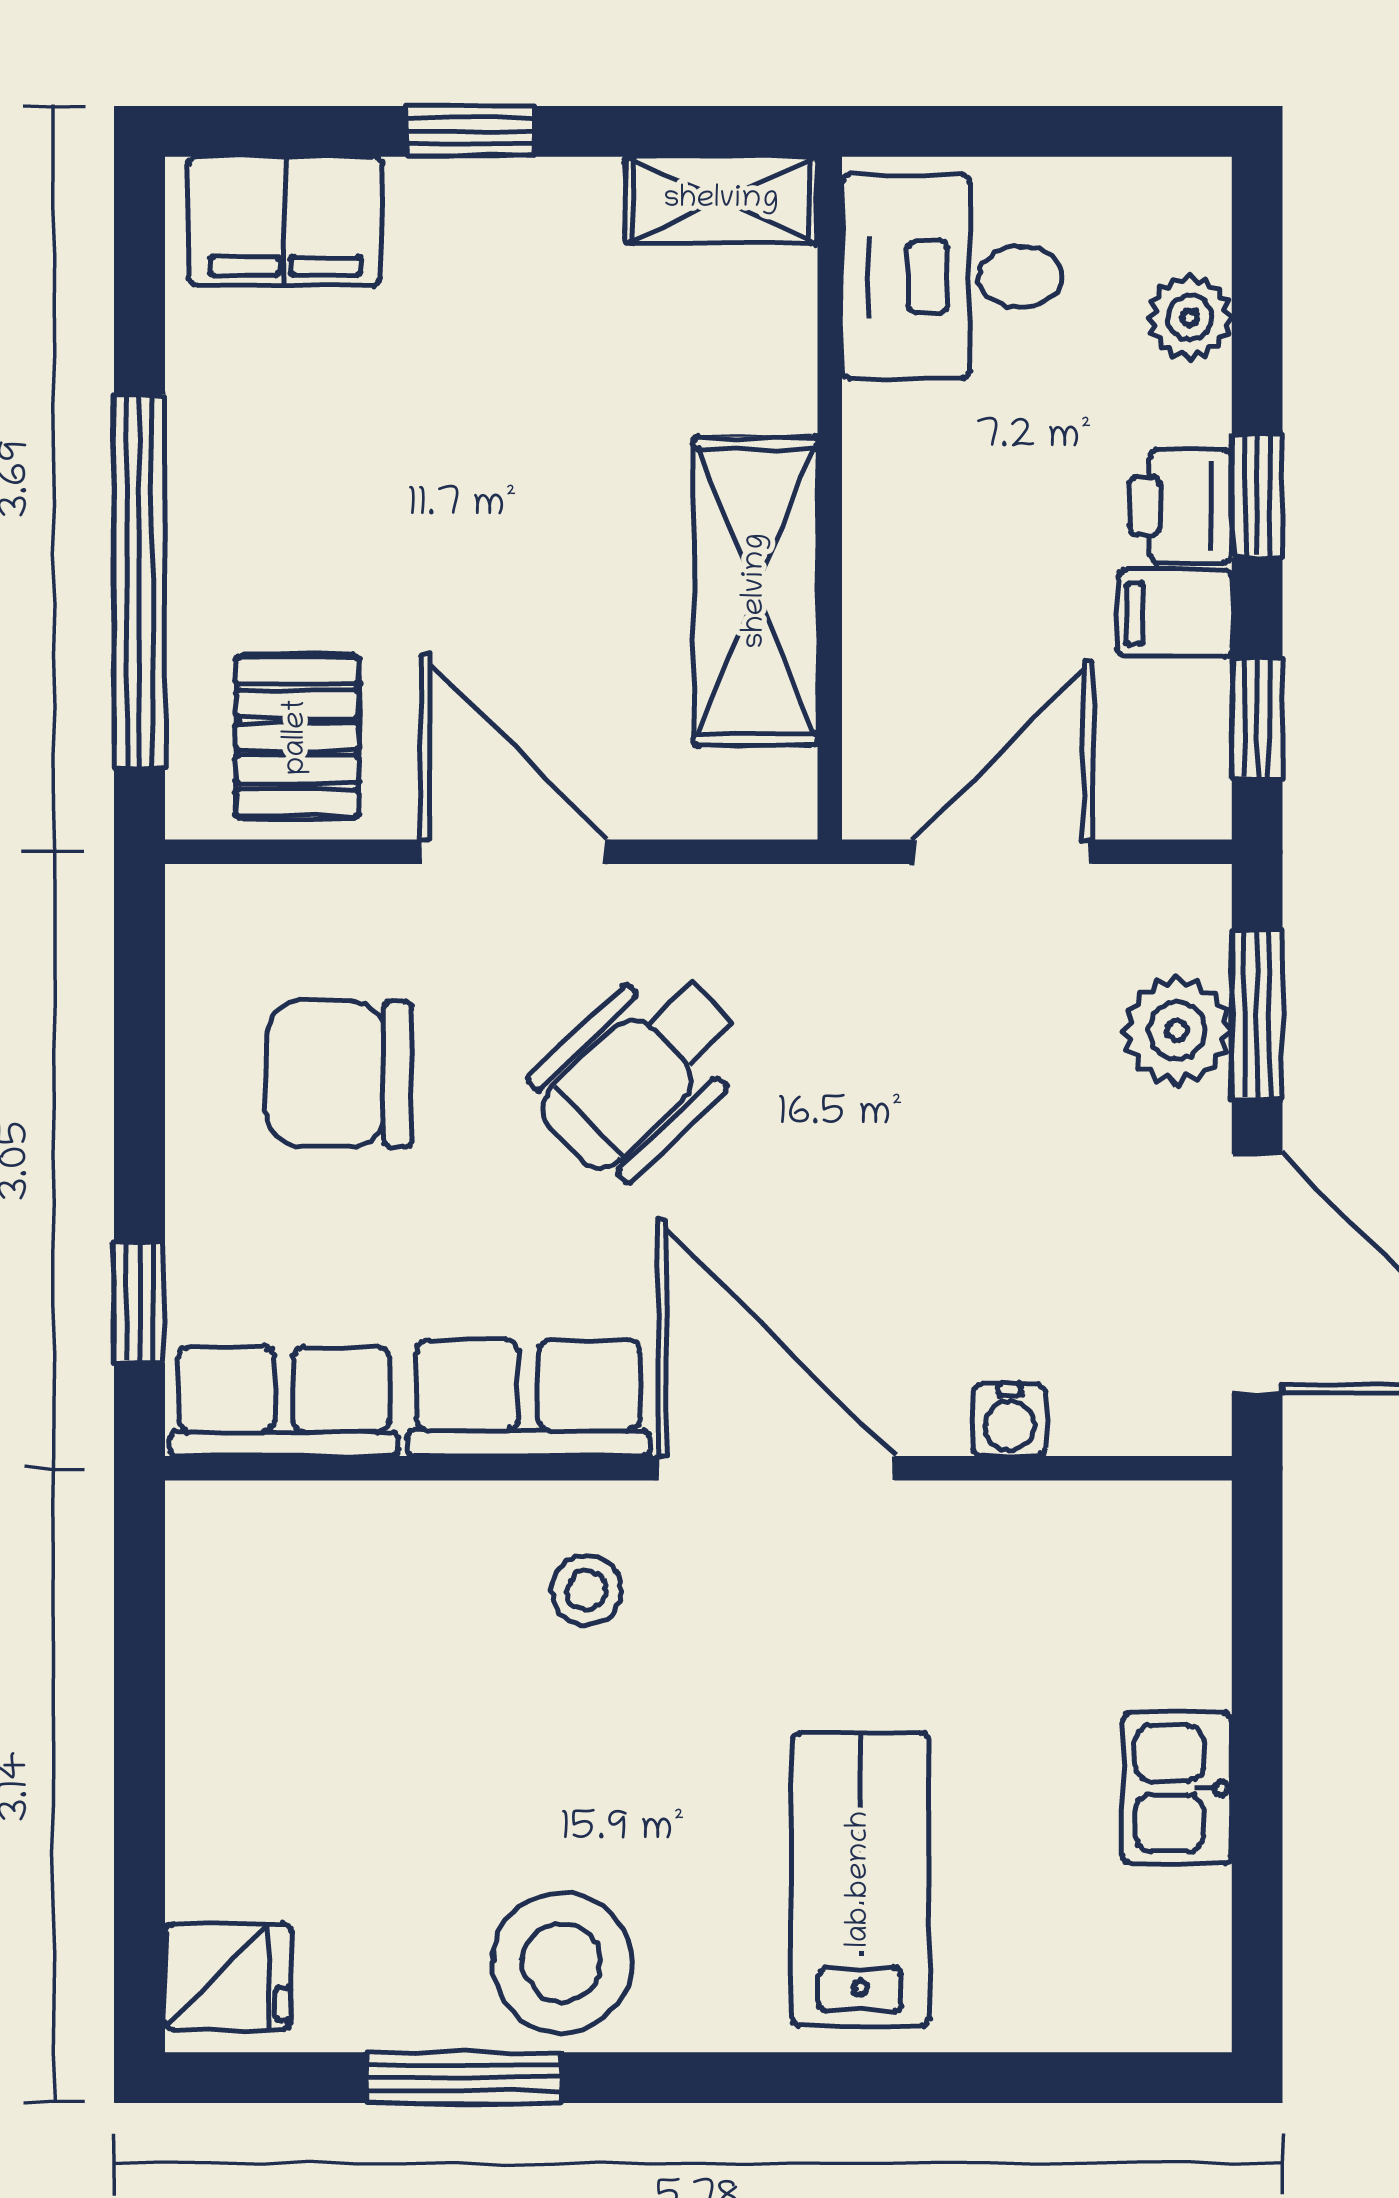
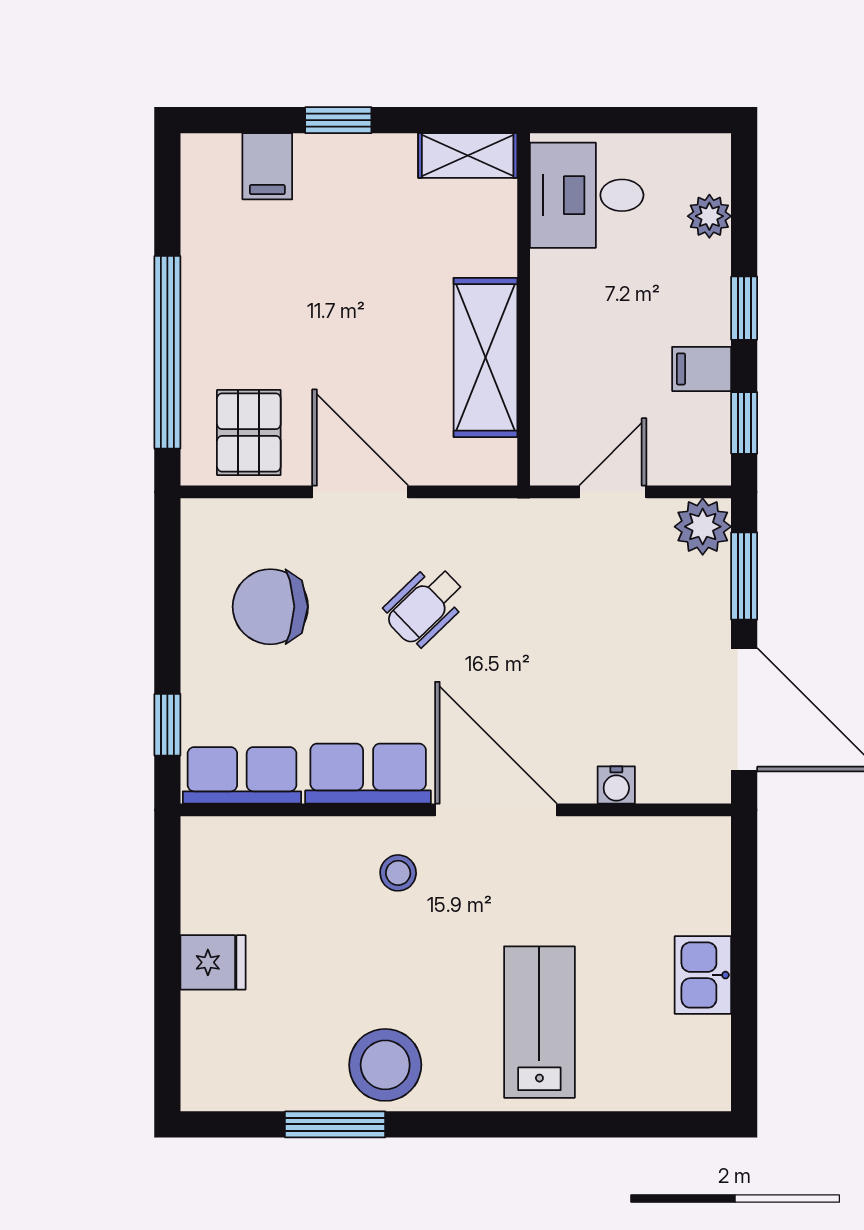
filing cabinet: (285, 221) -> (267, 166), width x0.50
printer: (1181, 506) -> (705, 313), removed
door: (1002, 852) -> (613, 492), width x0.73
plant: (1177, 1030) -> (703, 527), moved
wheelchair: (639, 1073) -> (425, 606), width x0.73, depth x0.73
fridge: (228, 1977) -> (213, 962), moved

